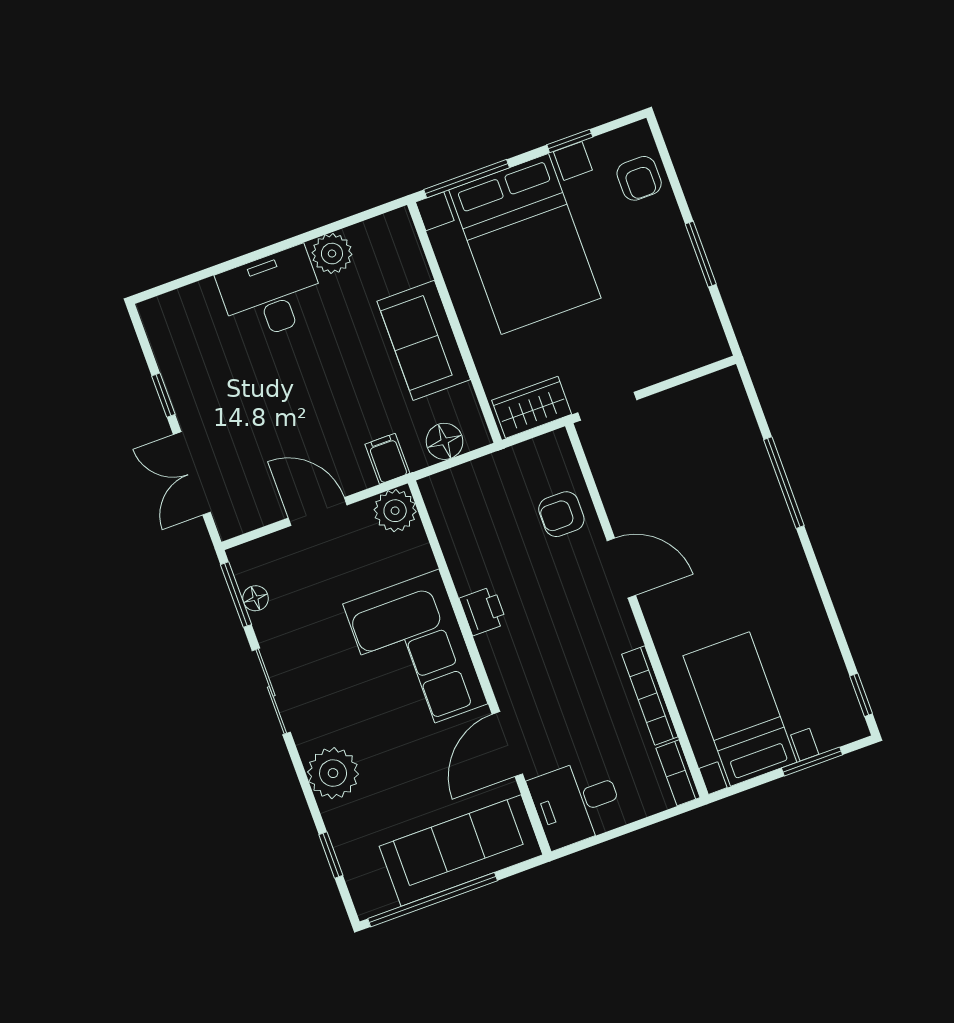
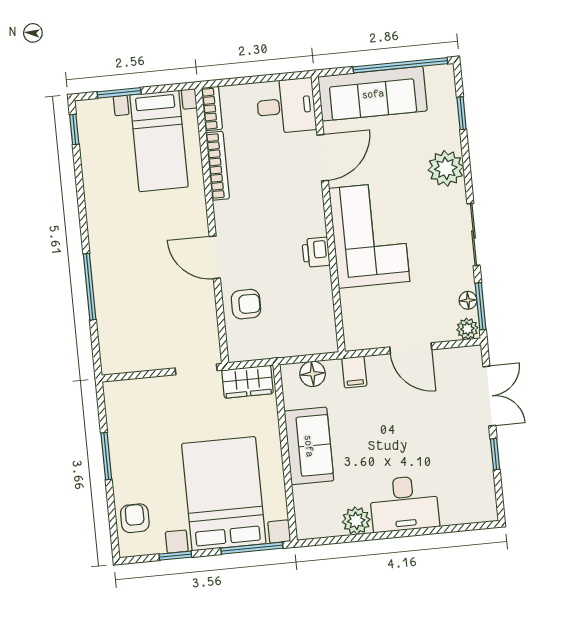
plant: (395, 511) -> (467, 329), moved, width x0.73, depth x0.73

